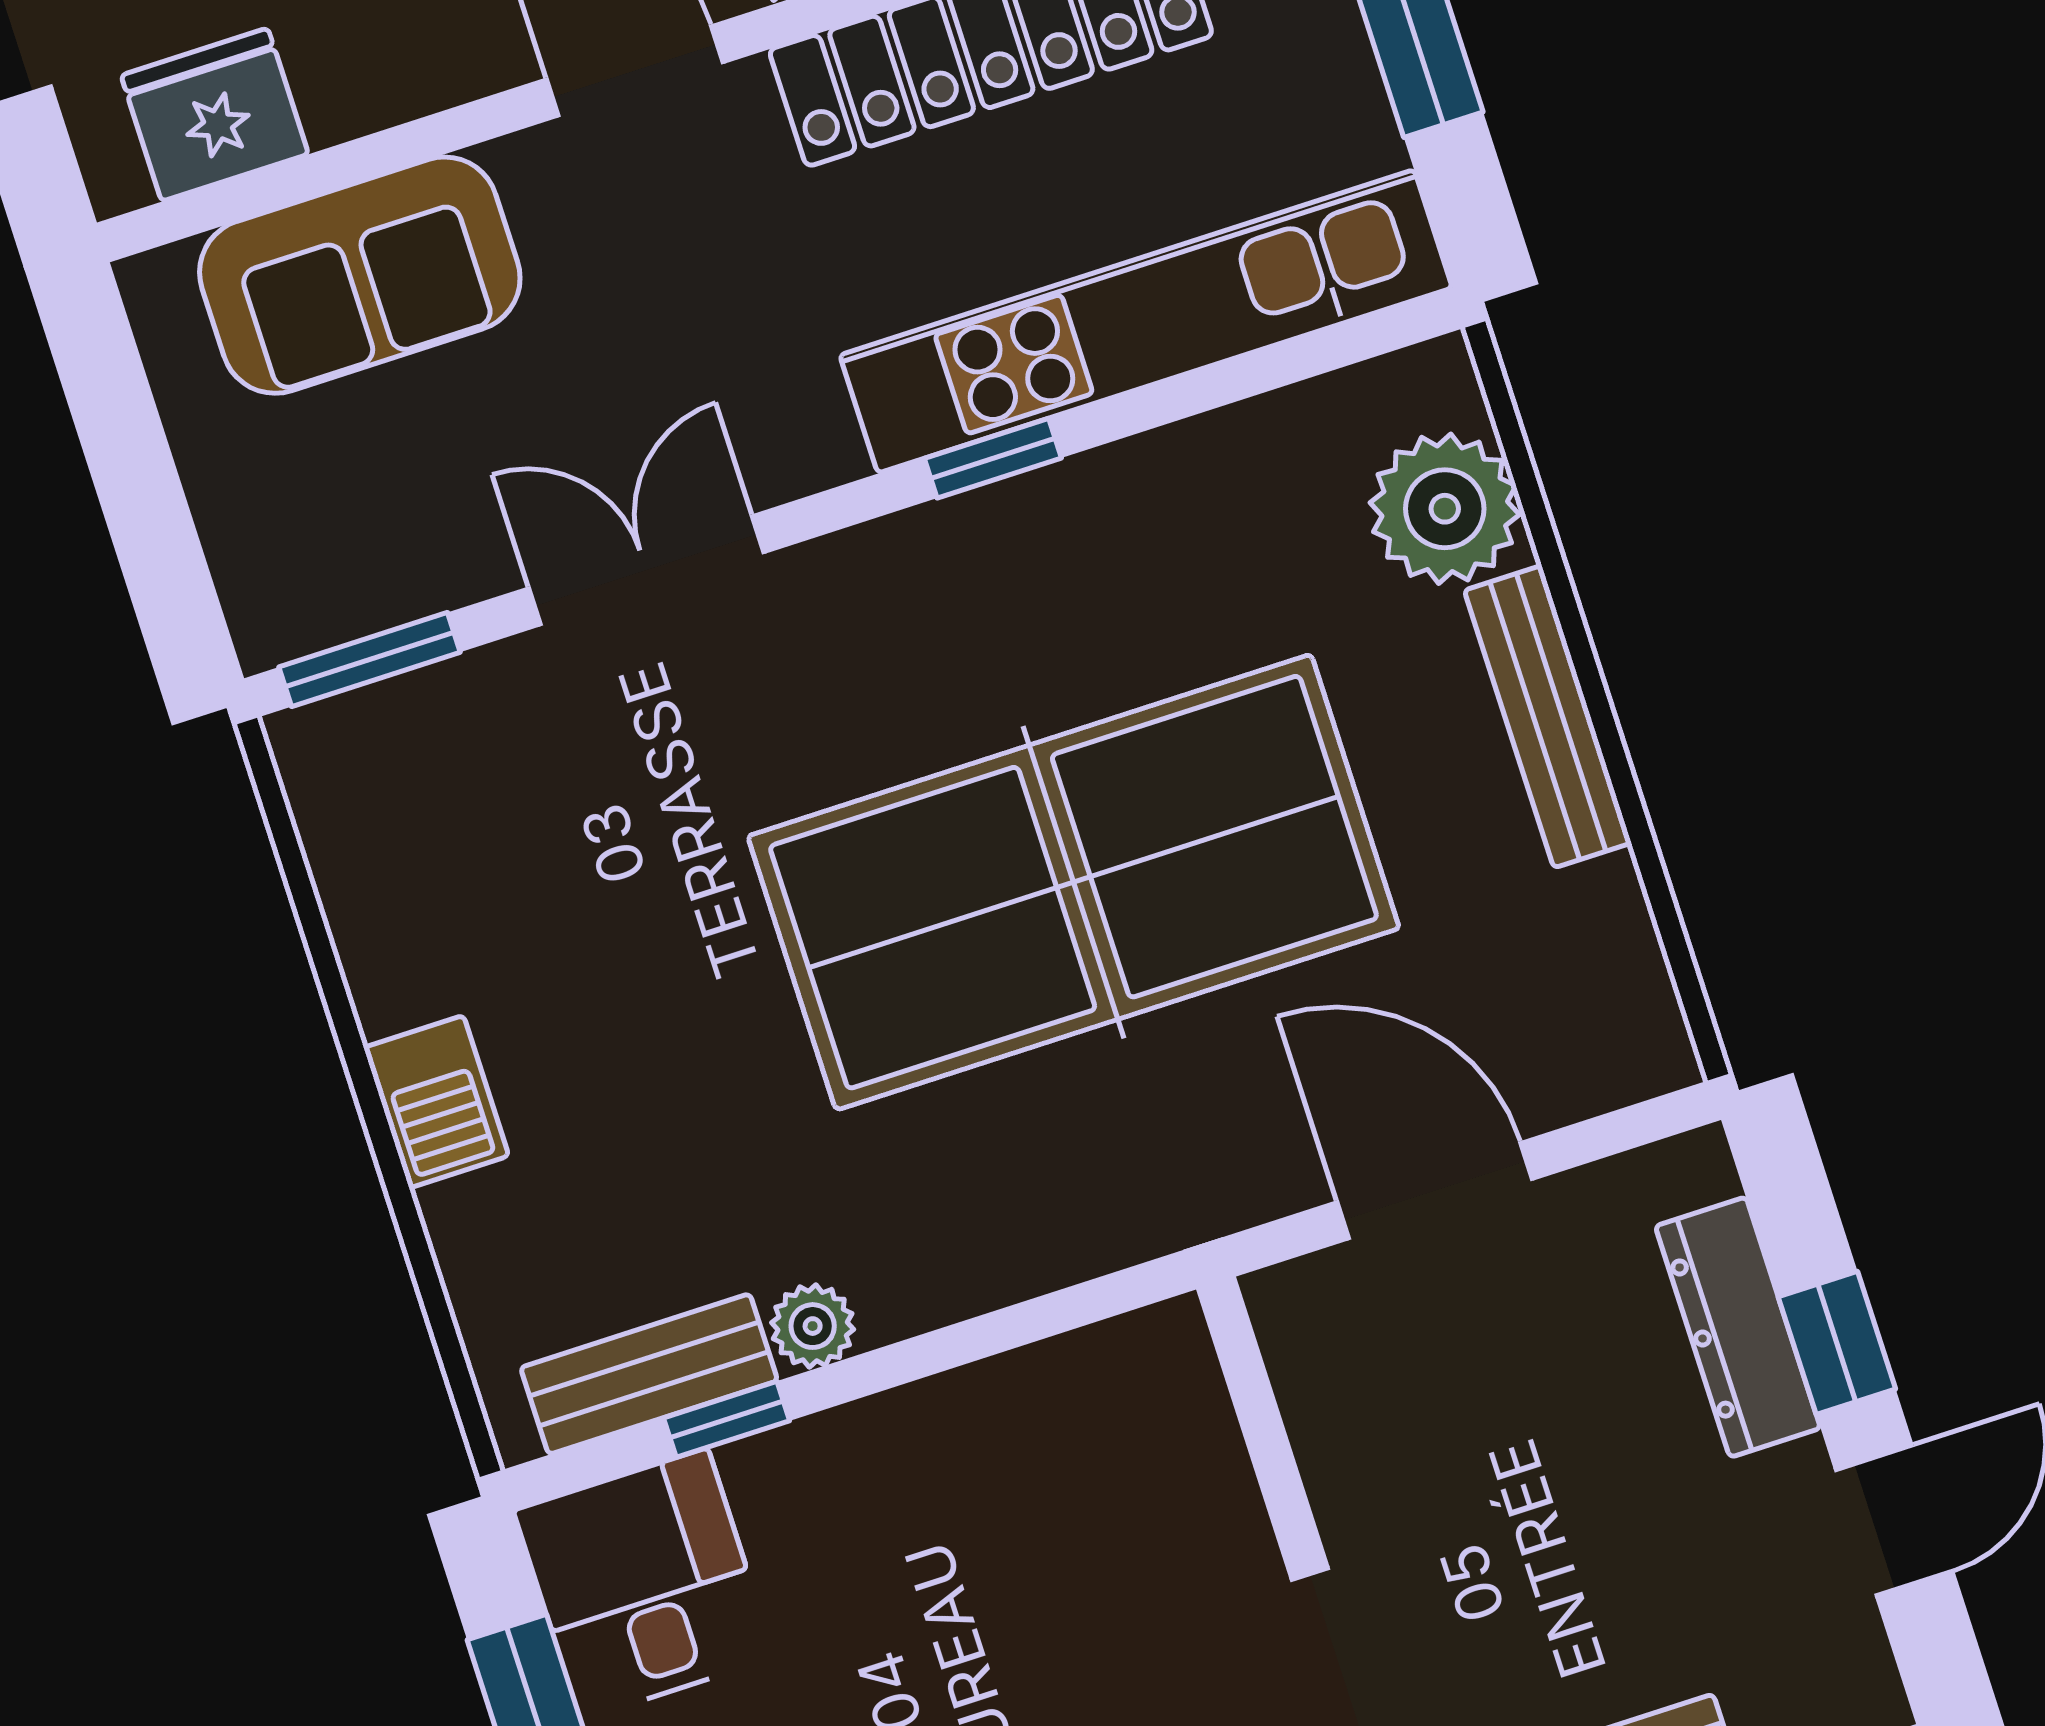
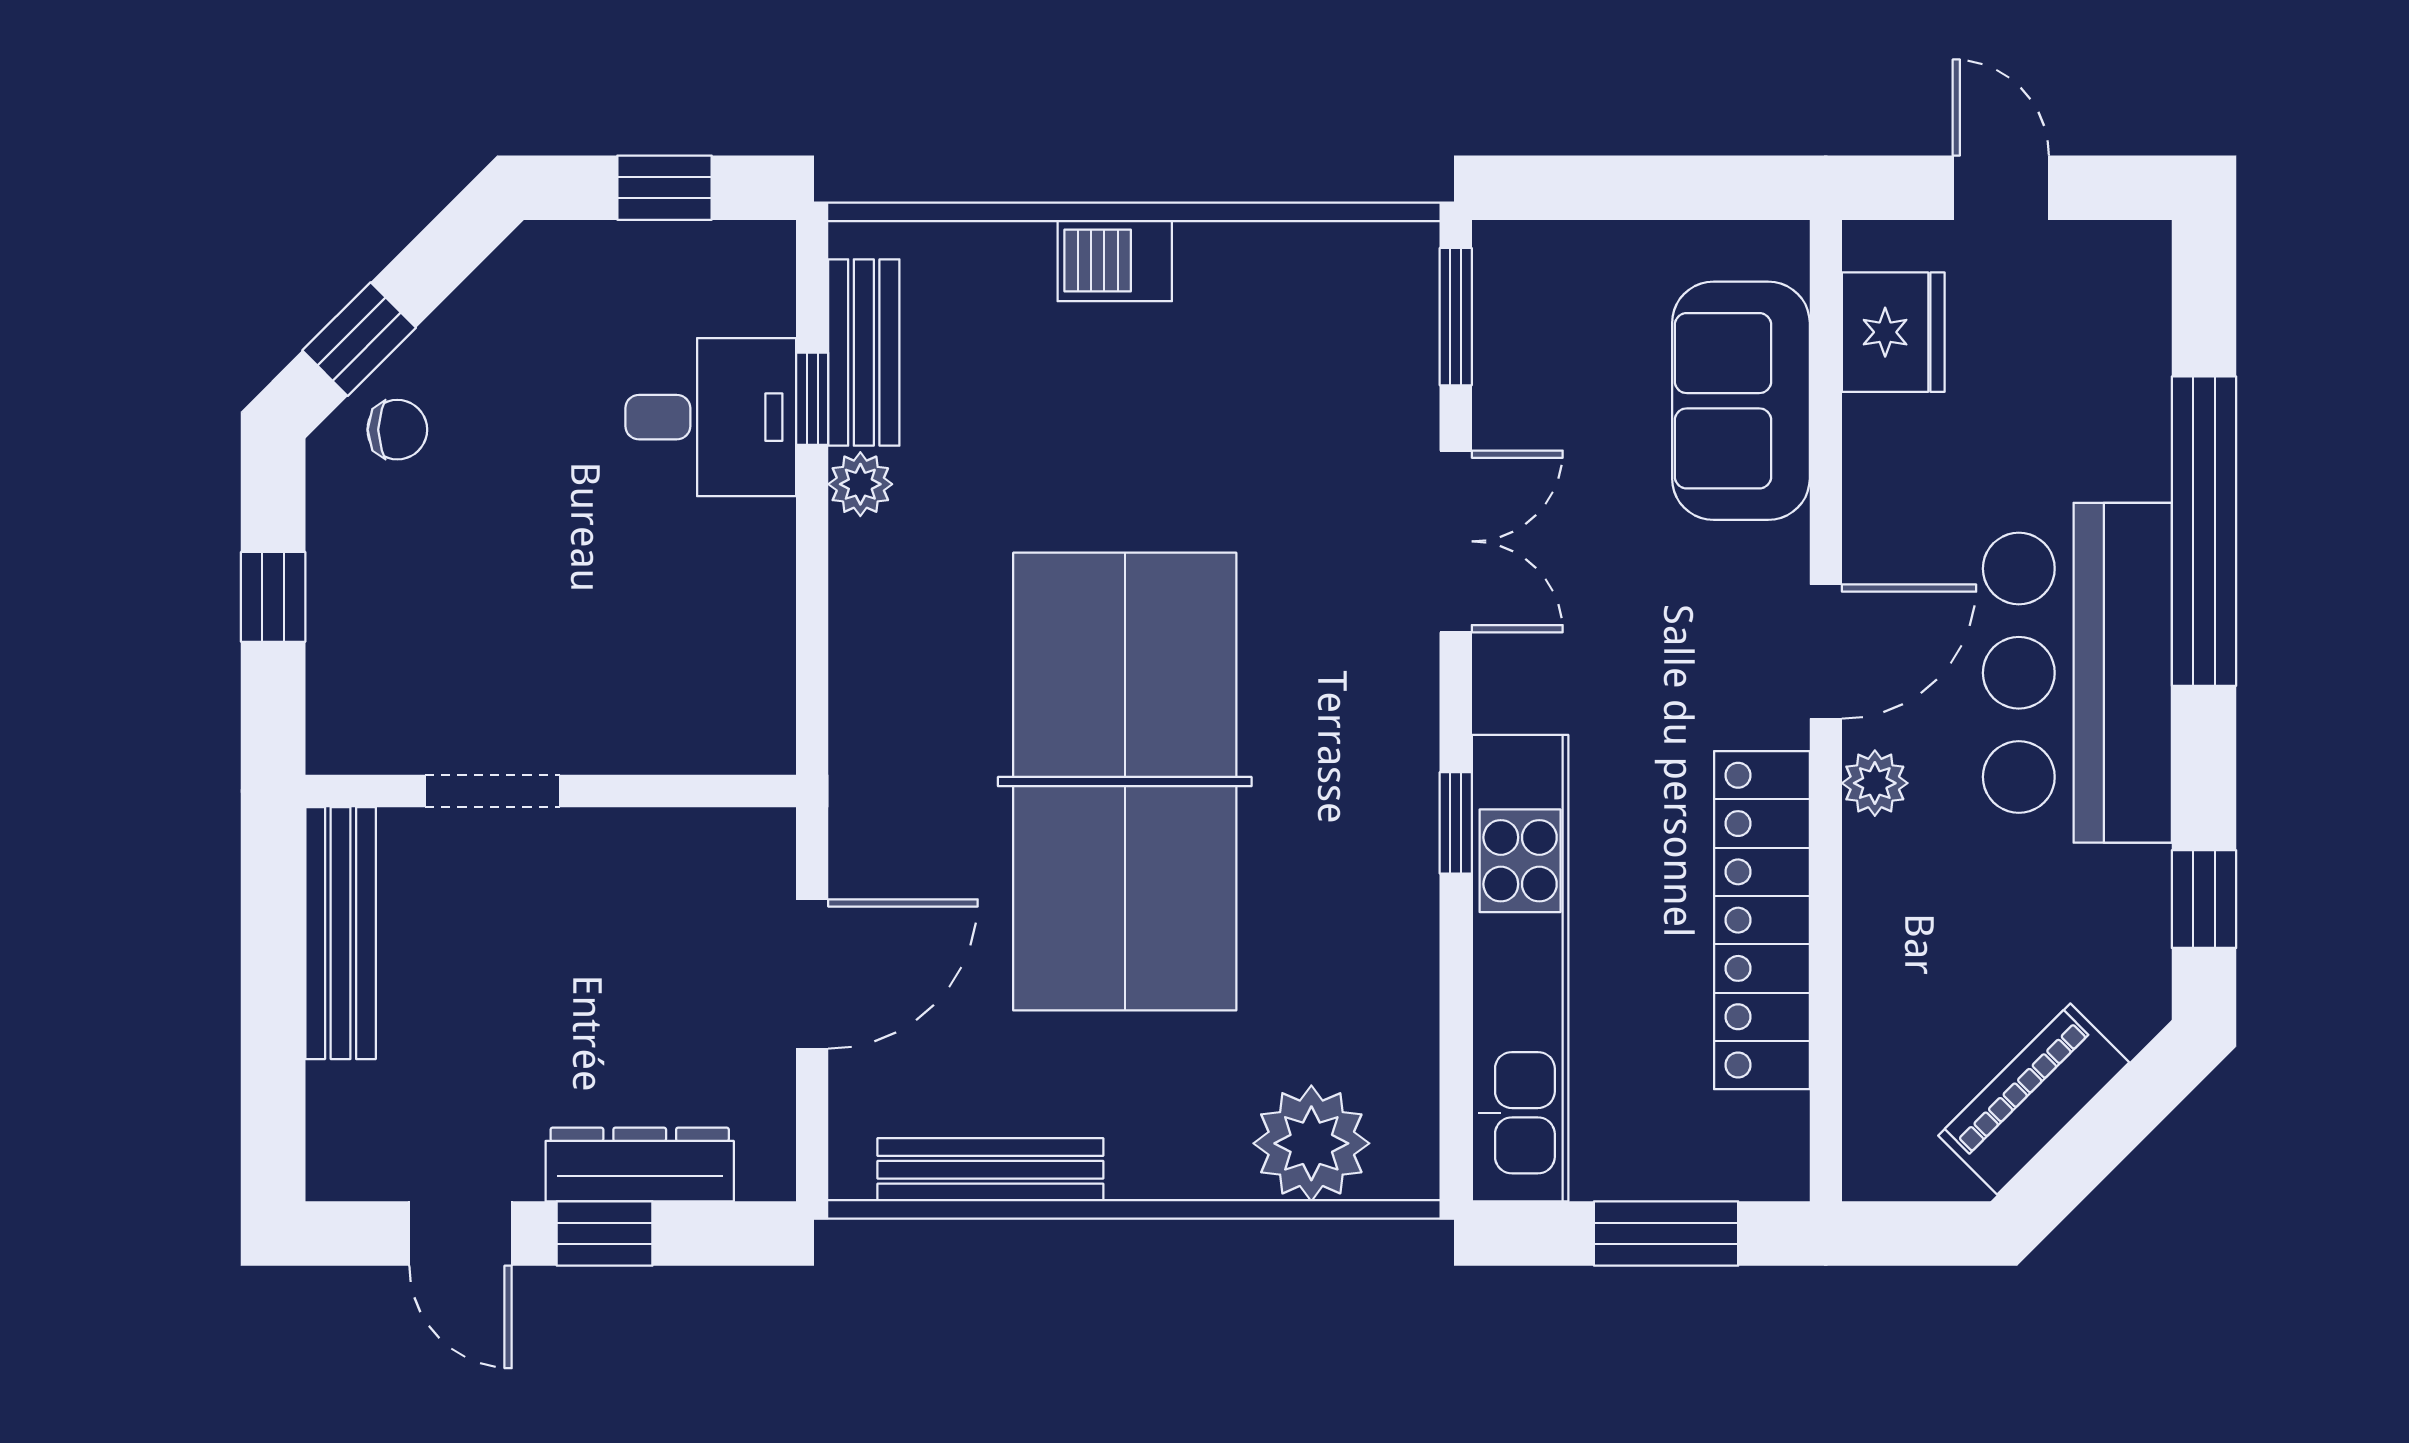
bench: (1548, 717) -> (990, 1170), moved
desk: (644, 1584) -> (711, 417), moved

